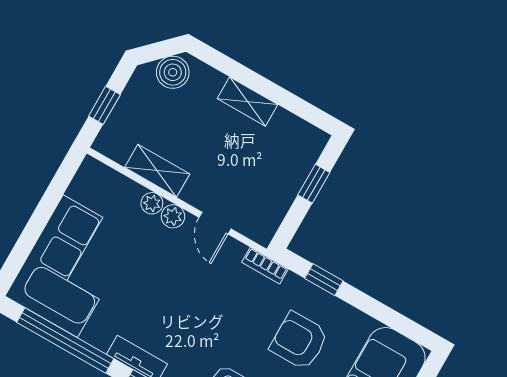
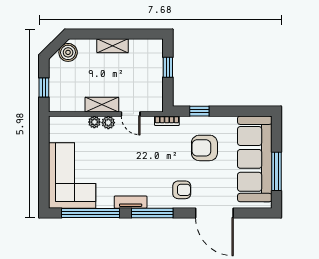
shelving: (157, 171) -> (102, 105), moved

